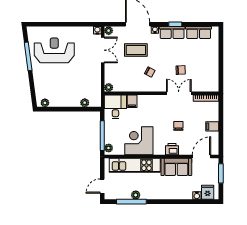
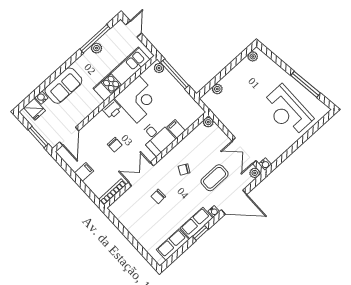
reception desk: (54, 50) -> (287, 111), turned 90
double door: (179, 93) -> (141, 174), swing flipped
desk: (115, 107) -> (157, 138), moved
printer: (172, 149) -> (112, 109), moved
sofa: (176, 167) -> (63, 86), moved, turned 180

